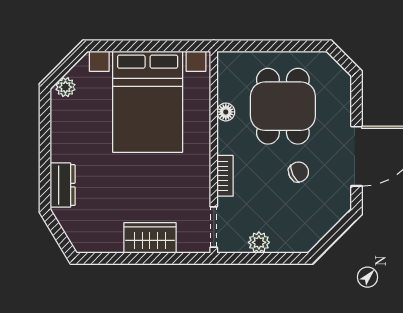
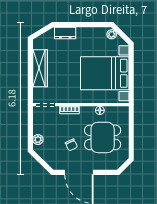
wardrobe: (150, 238) -> (40, 68), width x1.50
plant: (259, 242) -> (38, 140), moved

